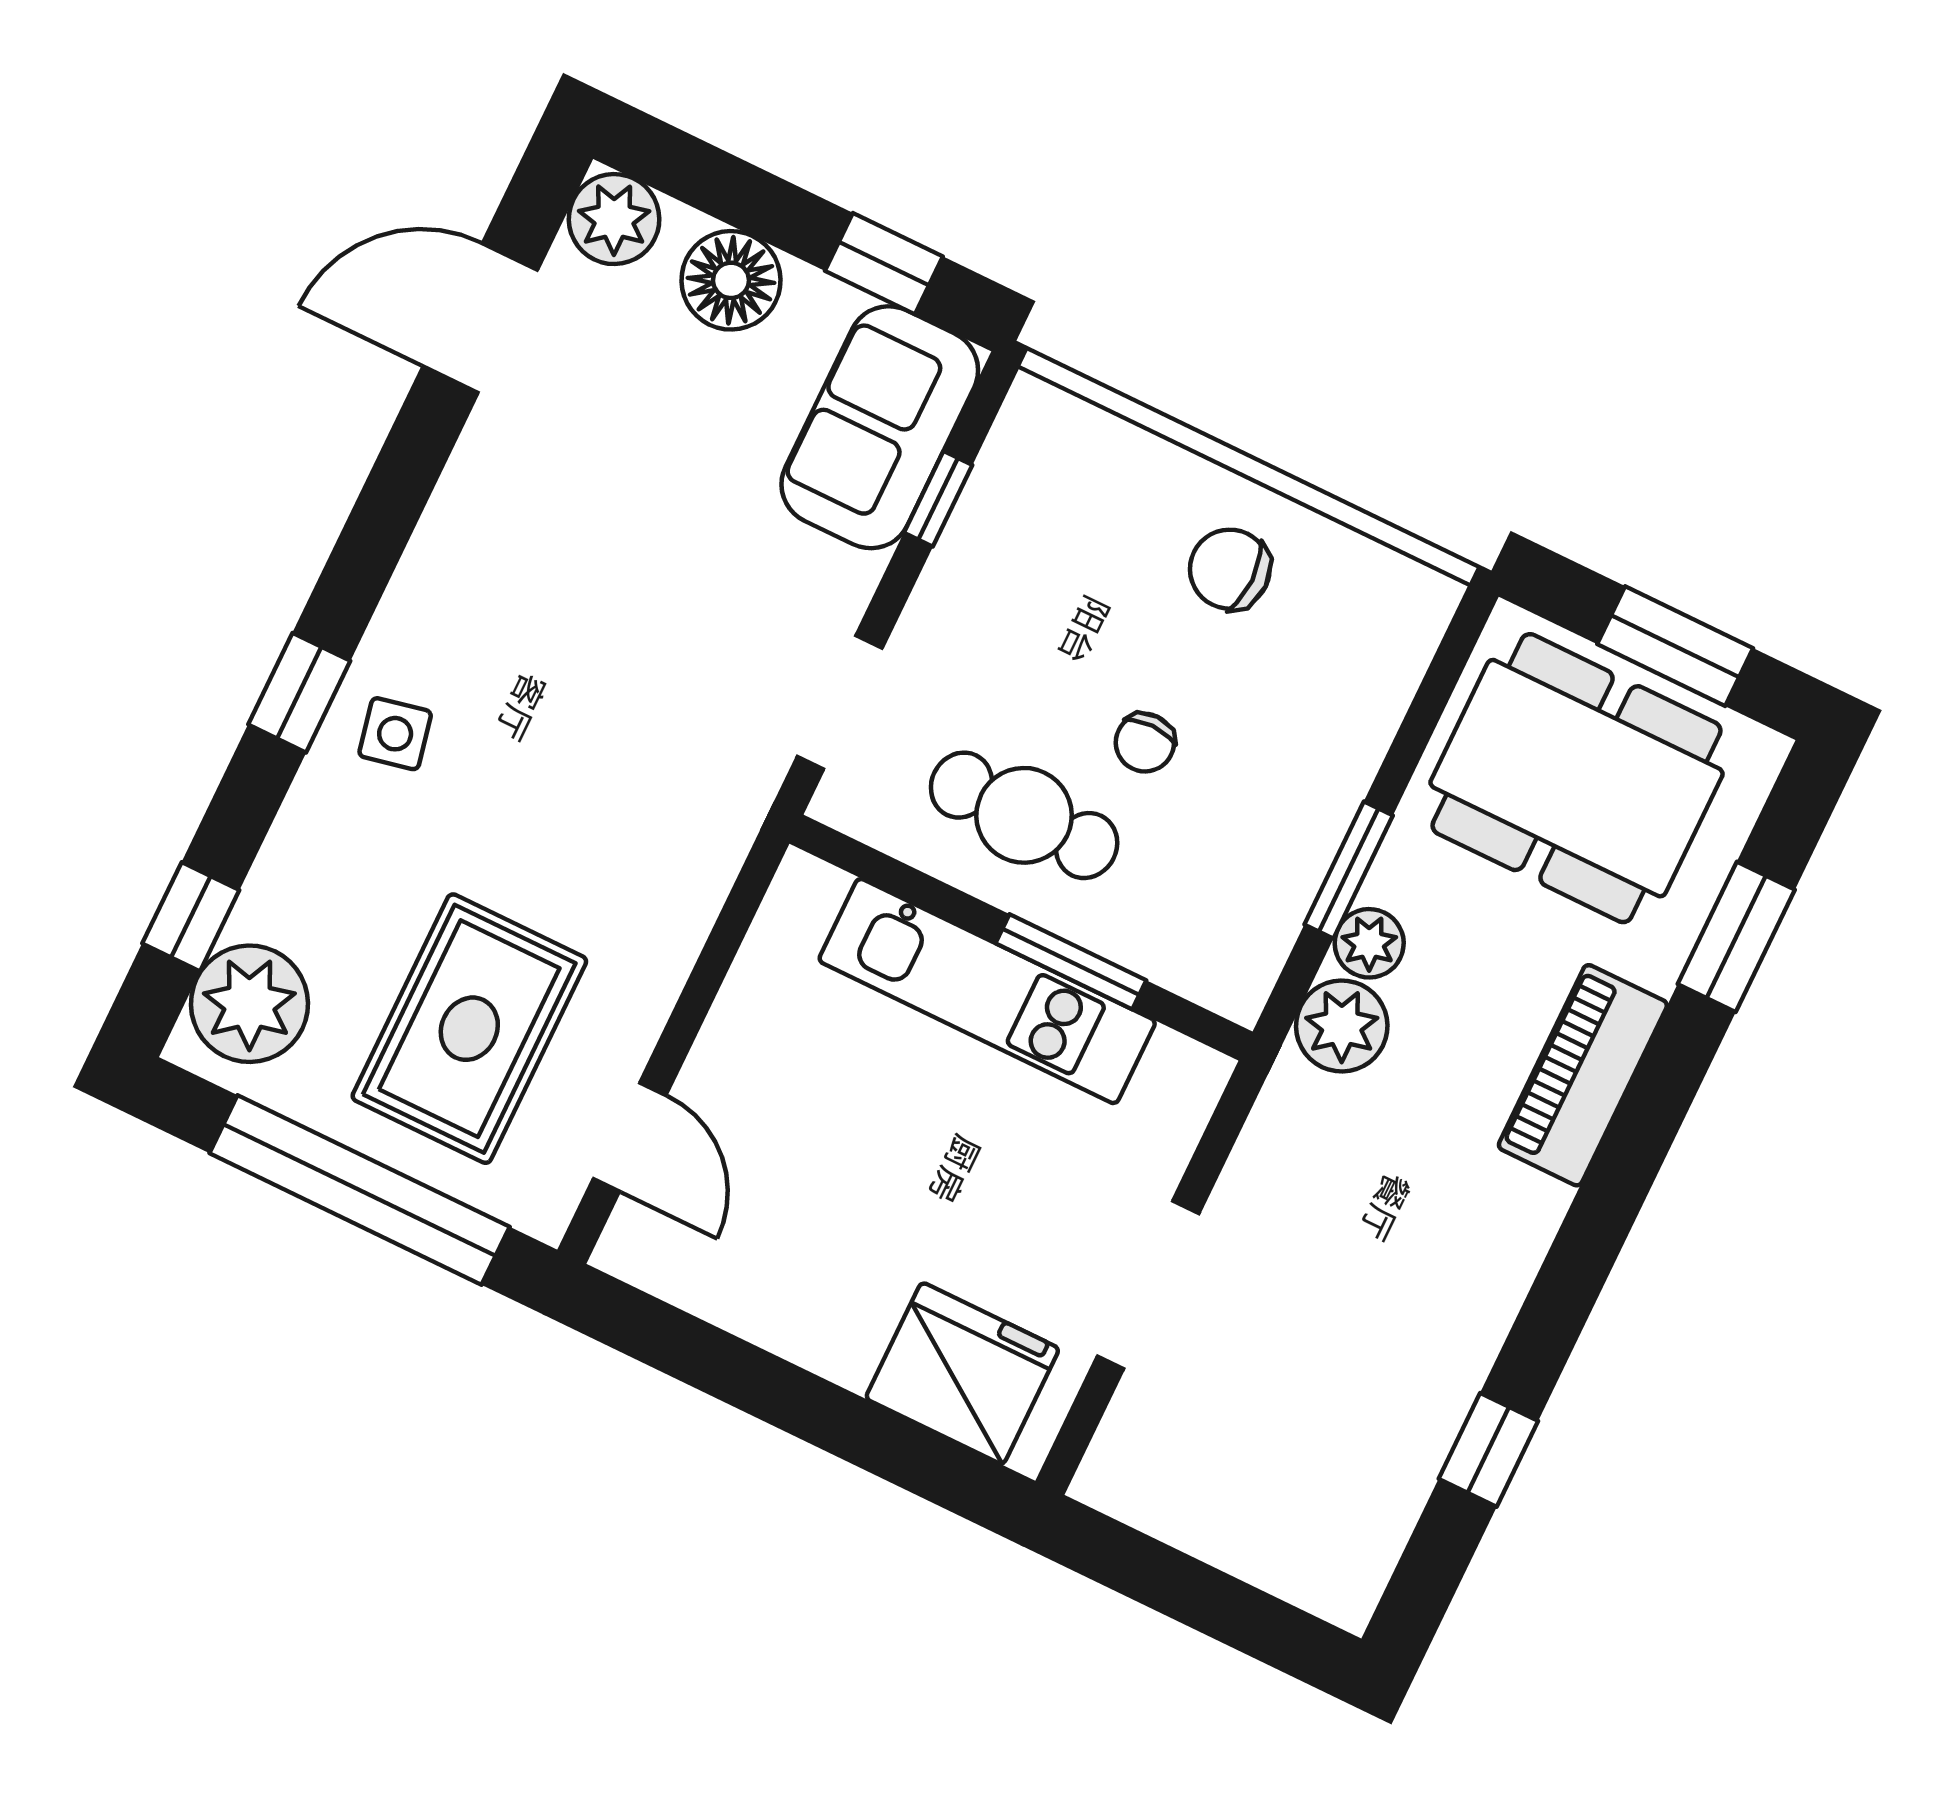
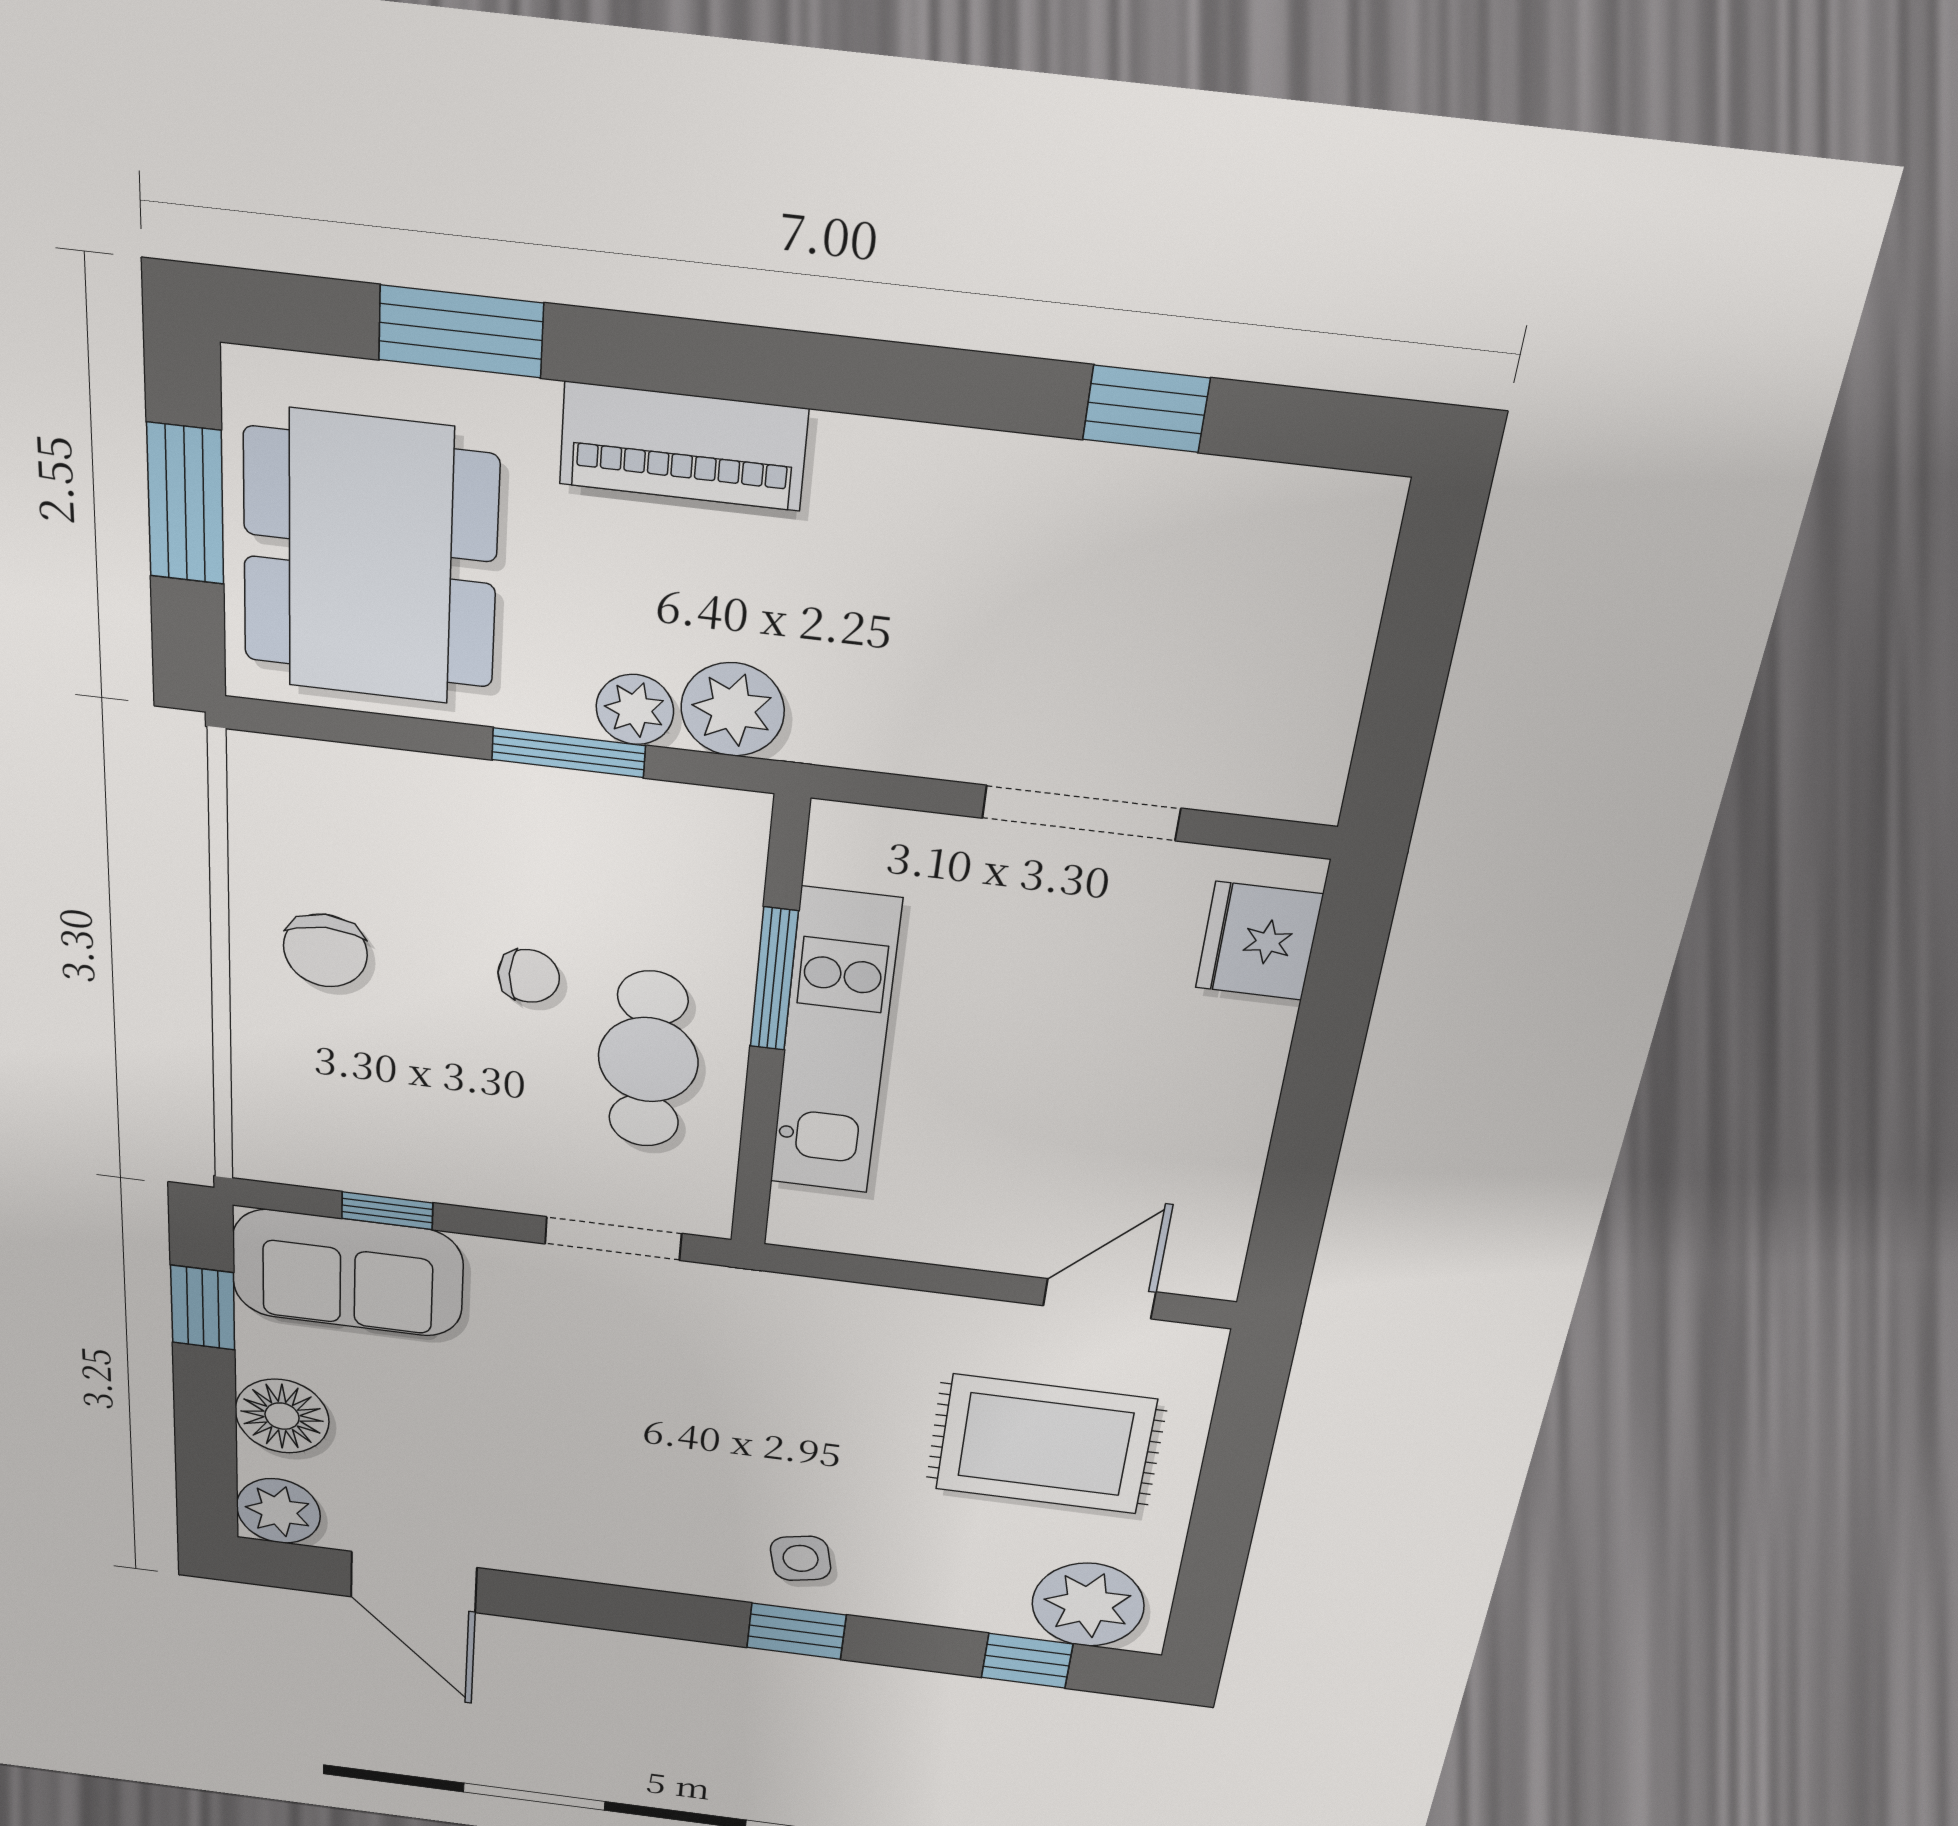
window: (360, 1190) -> (1230, 1490), removed
fridge: (962, 1373) -> (1259, 941), width x0.73, depth x0.75

